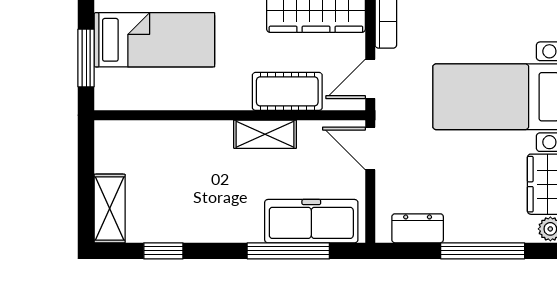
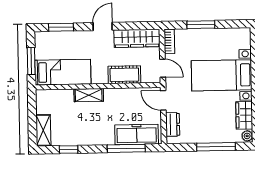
bed: (154, 40) -> (63, 72), moved
door: (370, 79) -> (163, 68), swing flipped
shelving: (265, 134) -> (89, 95), moved
dresser: (418, 228) -> (173, 124), moved, turned 90

